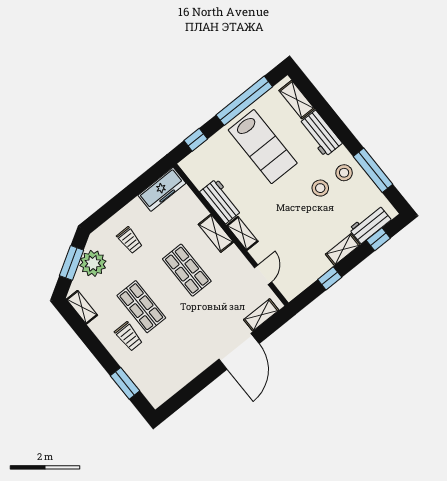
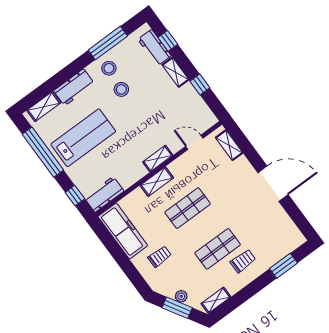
freezer: (162, 189) -> (123, 231), width x1.36, depth x1.26
workbench: (221, 201) -> (104, 194), moved
plant: (93, 263) -> (181, 296), width x0.53, depth x0.53
door: (239, 351) -> (273, 184), moved

